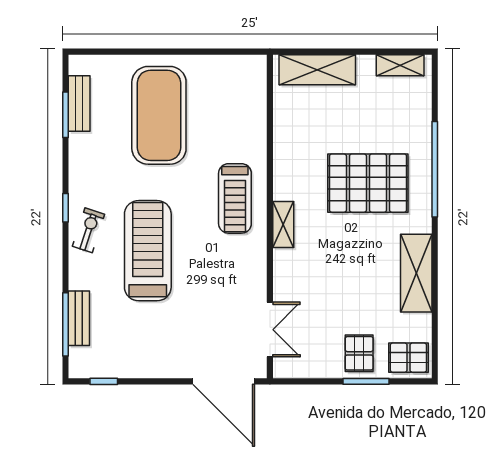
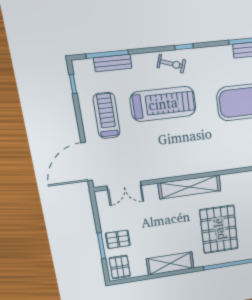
treadmill: (235, 198) -> (107, 116), moved, turned 90
shelving: (283, 225) -> (190, 187), width x2.20, depth x1.33

